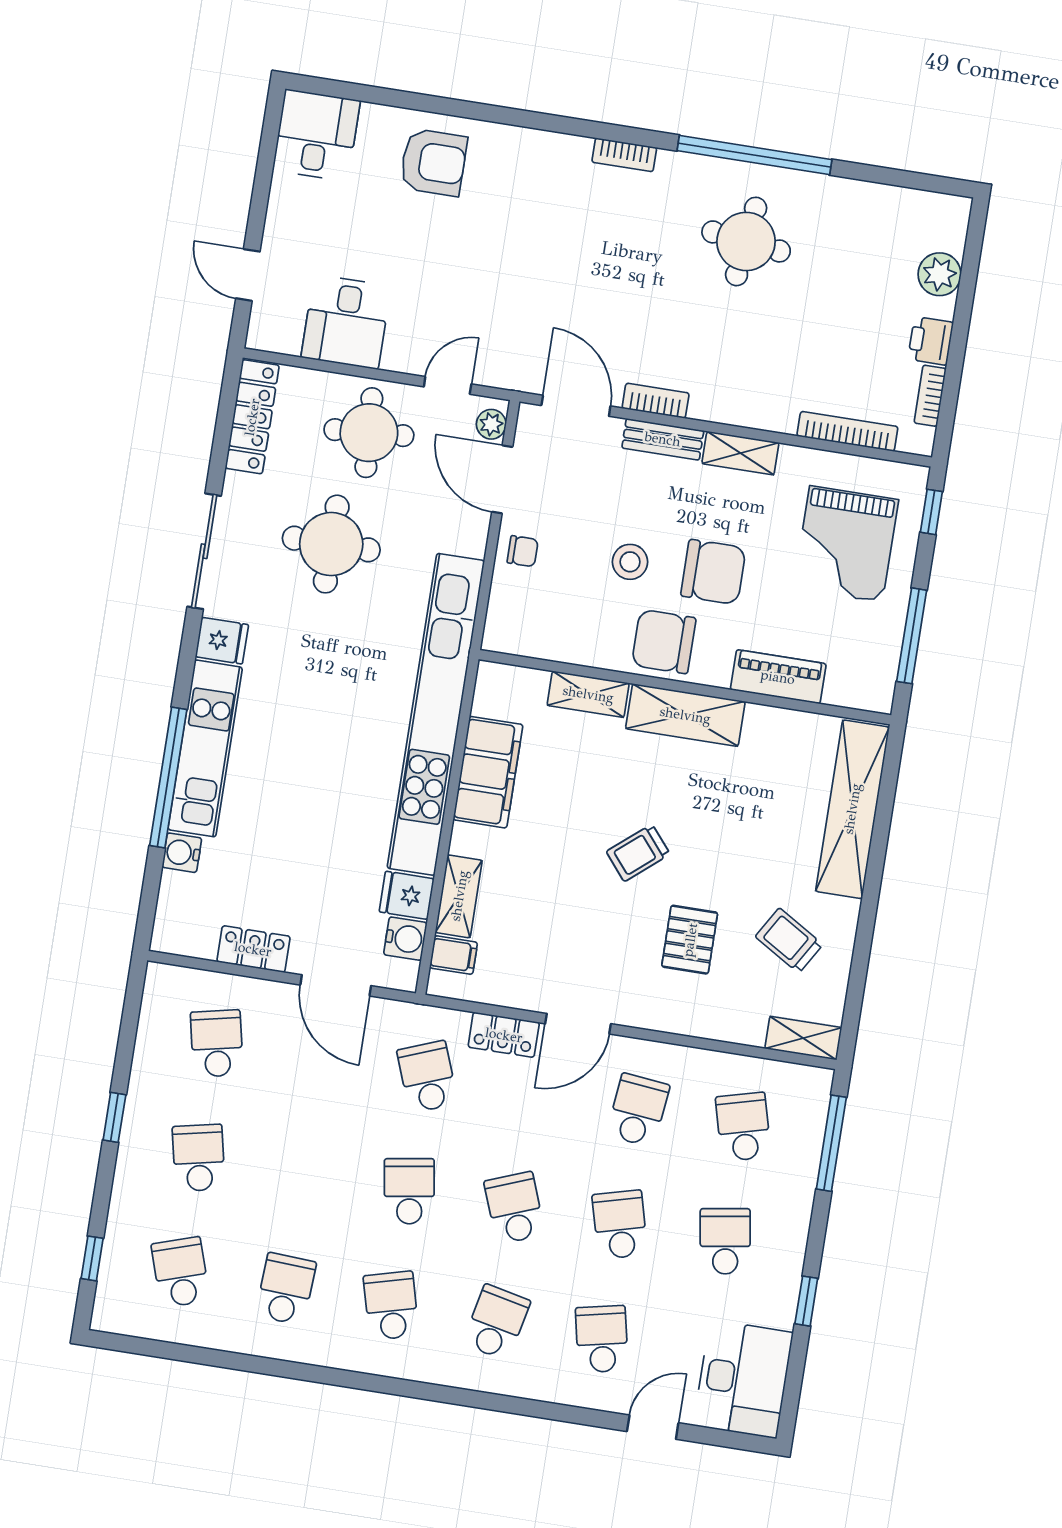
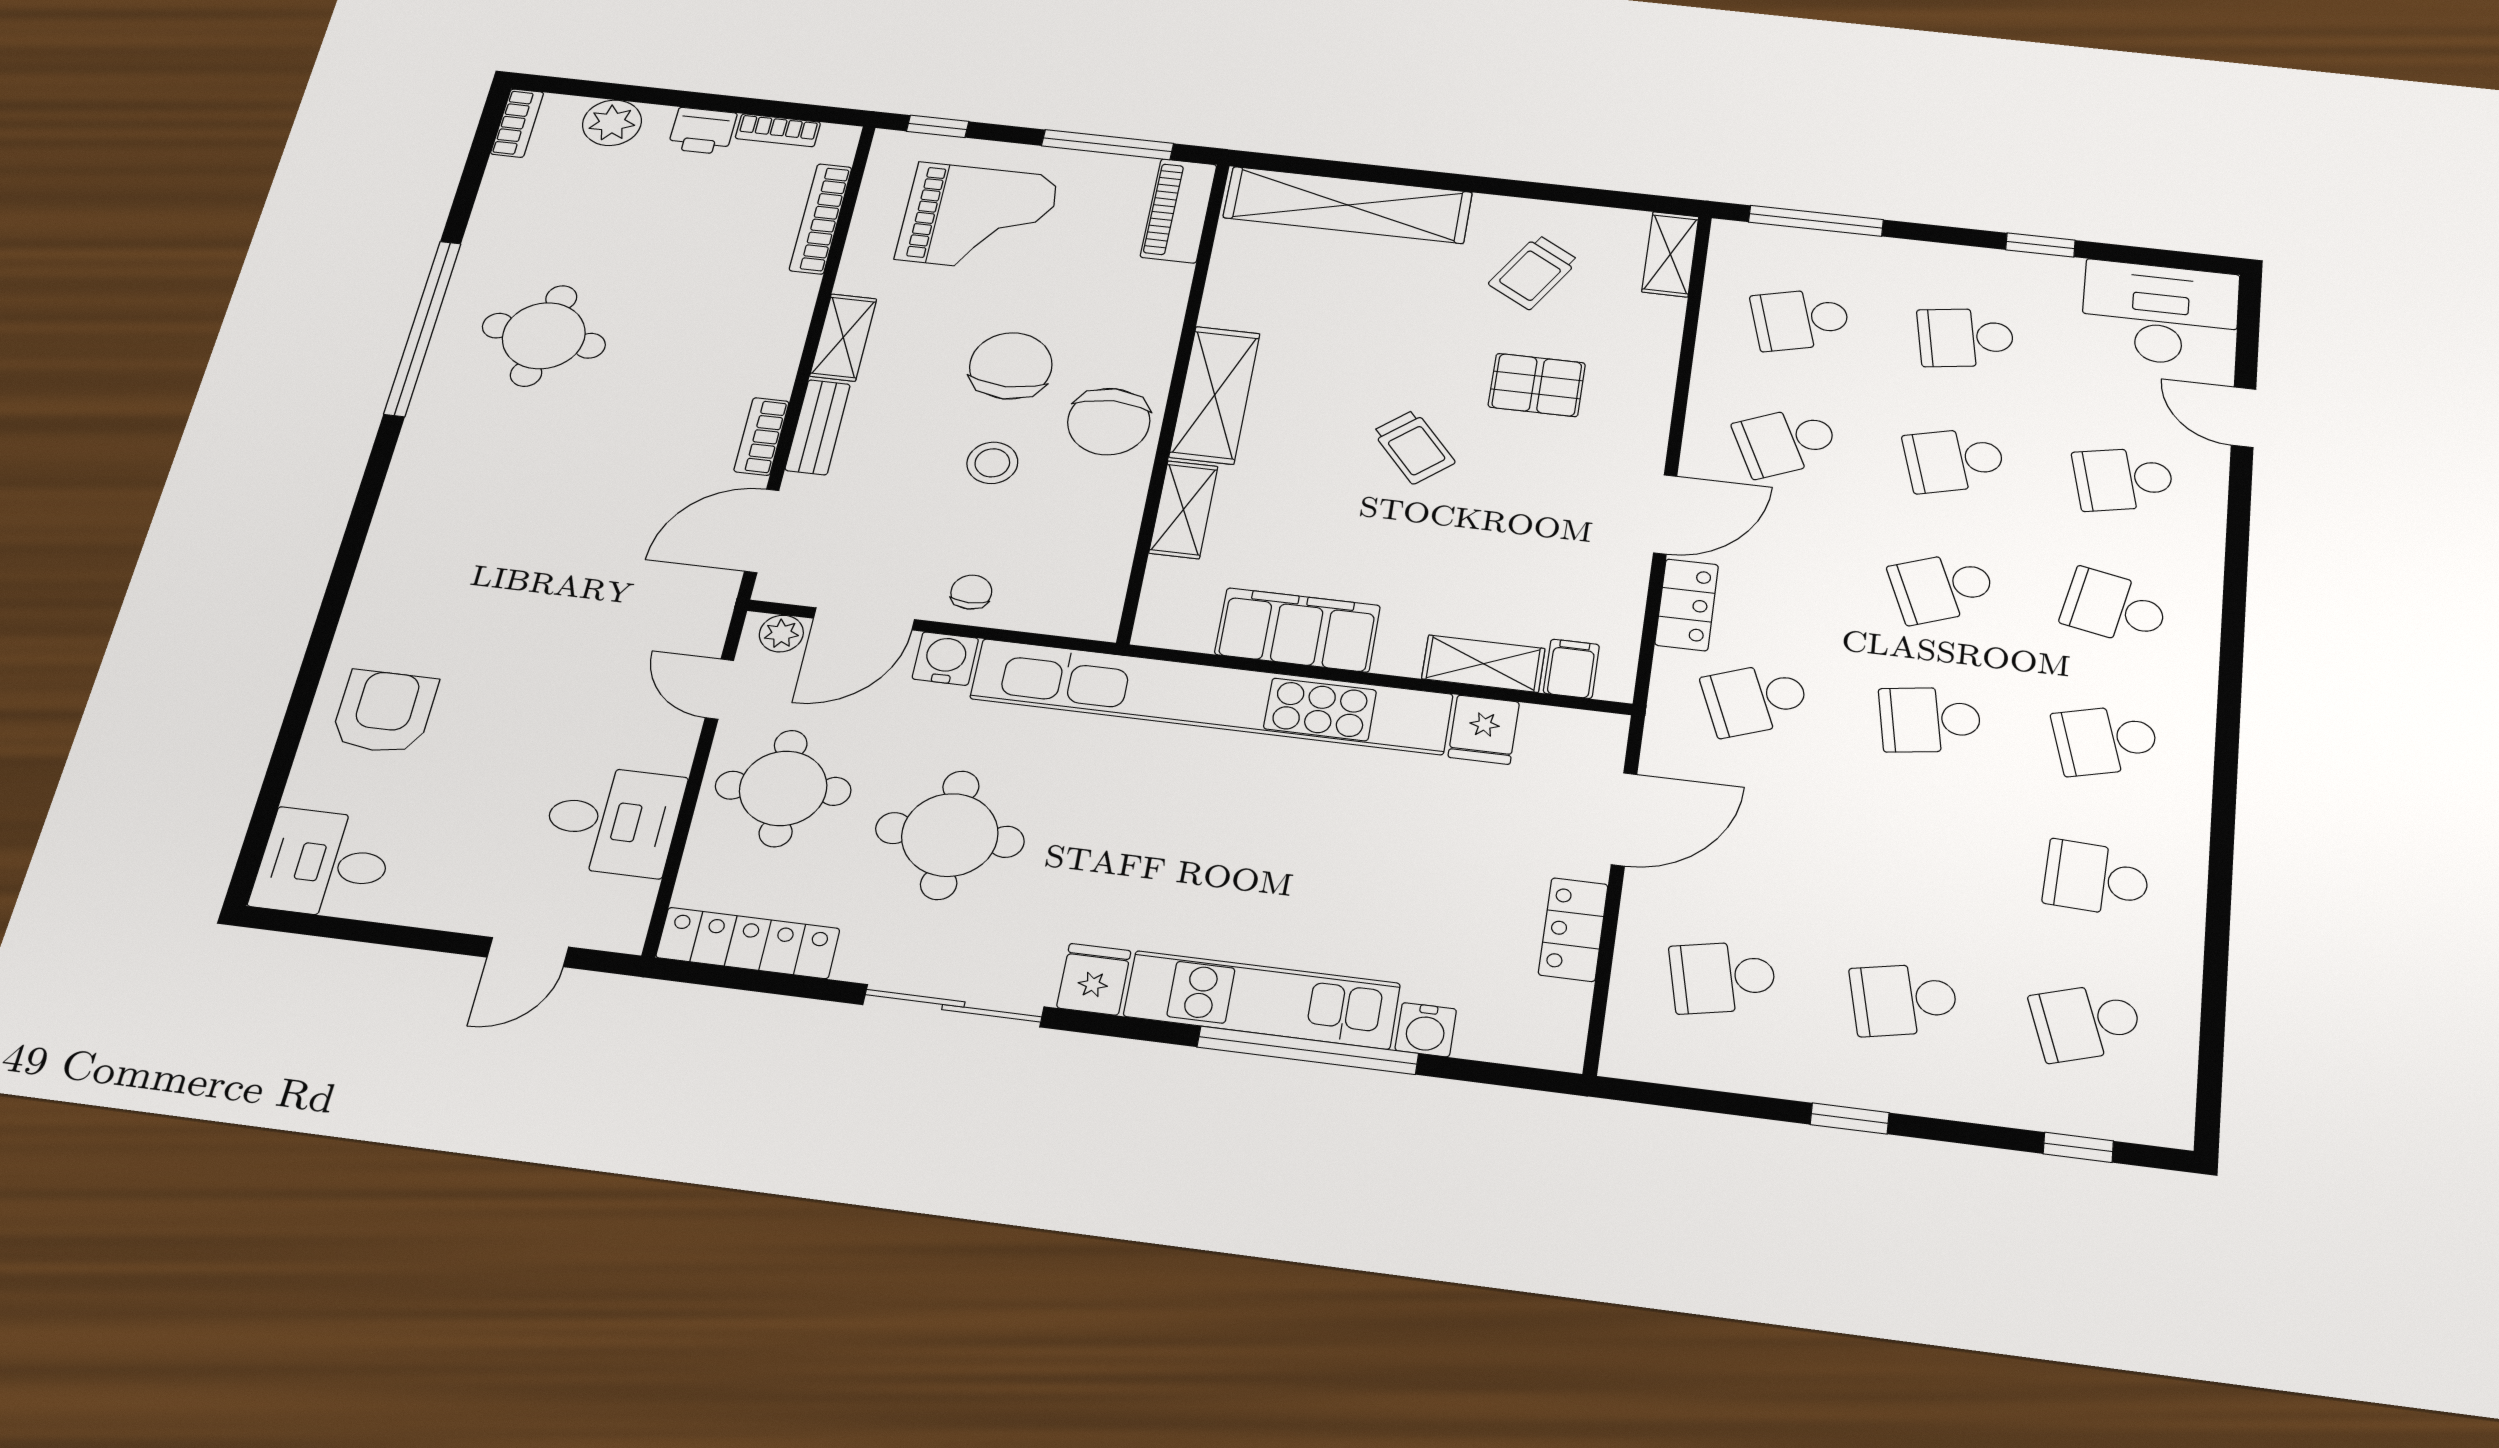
bookcase: (624, 155) -> (517, 123), moved
piano: (778, 677) -> (1179, 211), moved
water cooler: (405, 939) -> (945, 659), moved
door: (578, 1024) -> (1665, 514), hinge flipped
school desk: (638, 1110) -> (1786, 441), turned -30

